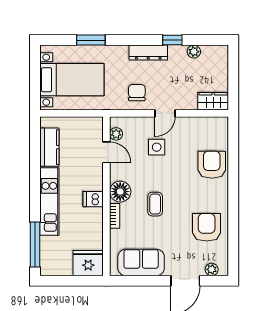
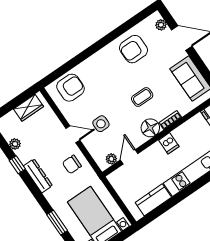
wardrobe: (213, 101) -> (29, 108), moved, turned -90
armchair: (212, 165) -> (70, 88), moved, turned 180

